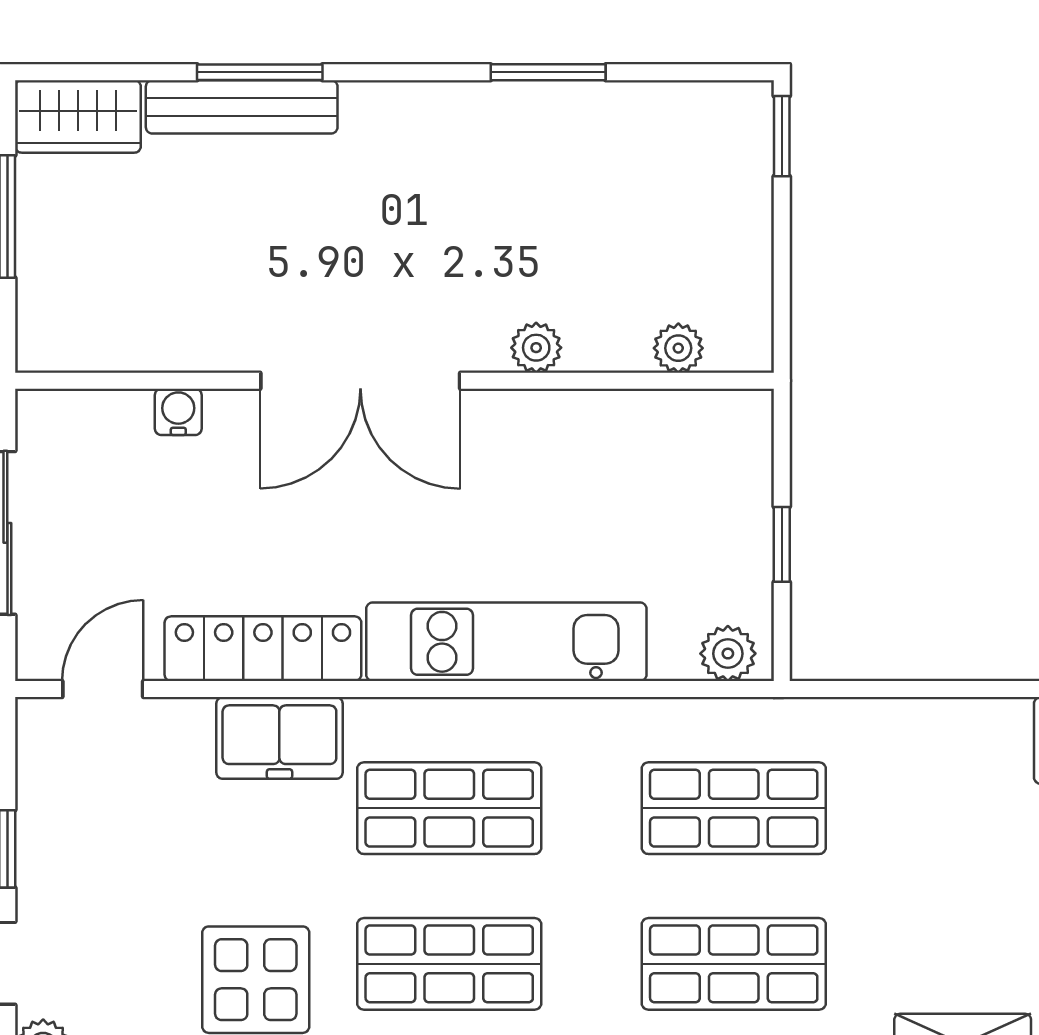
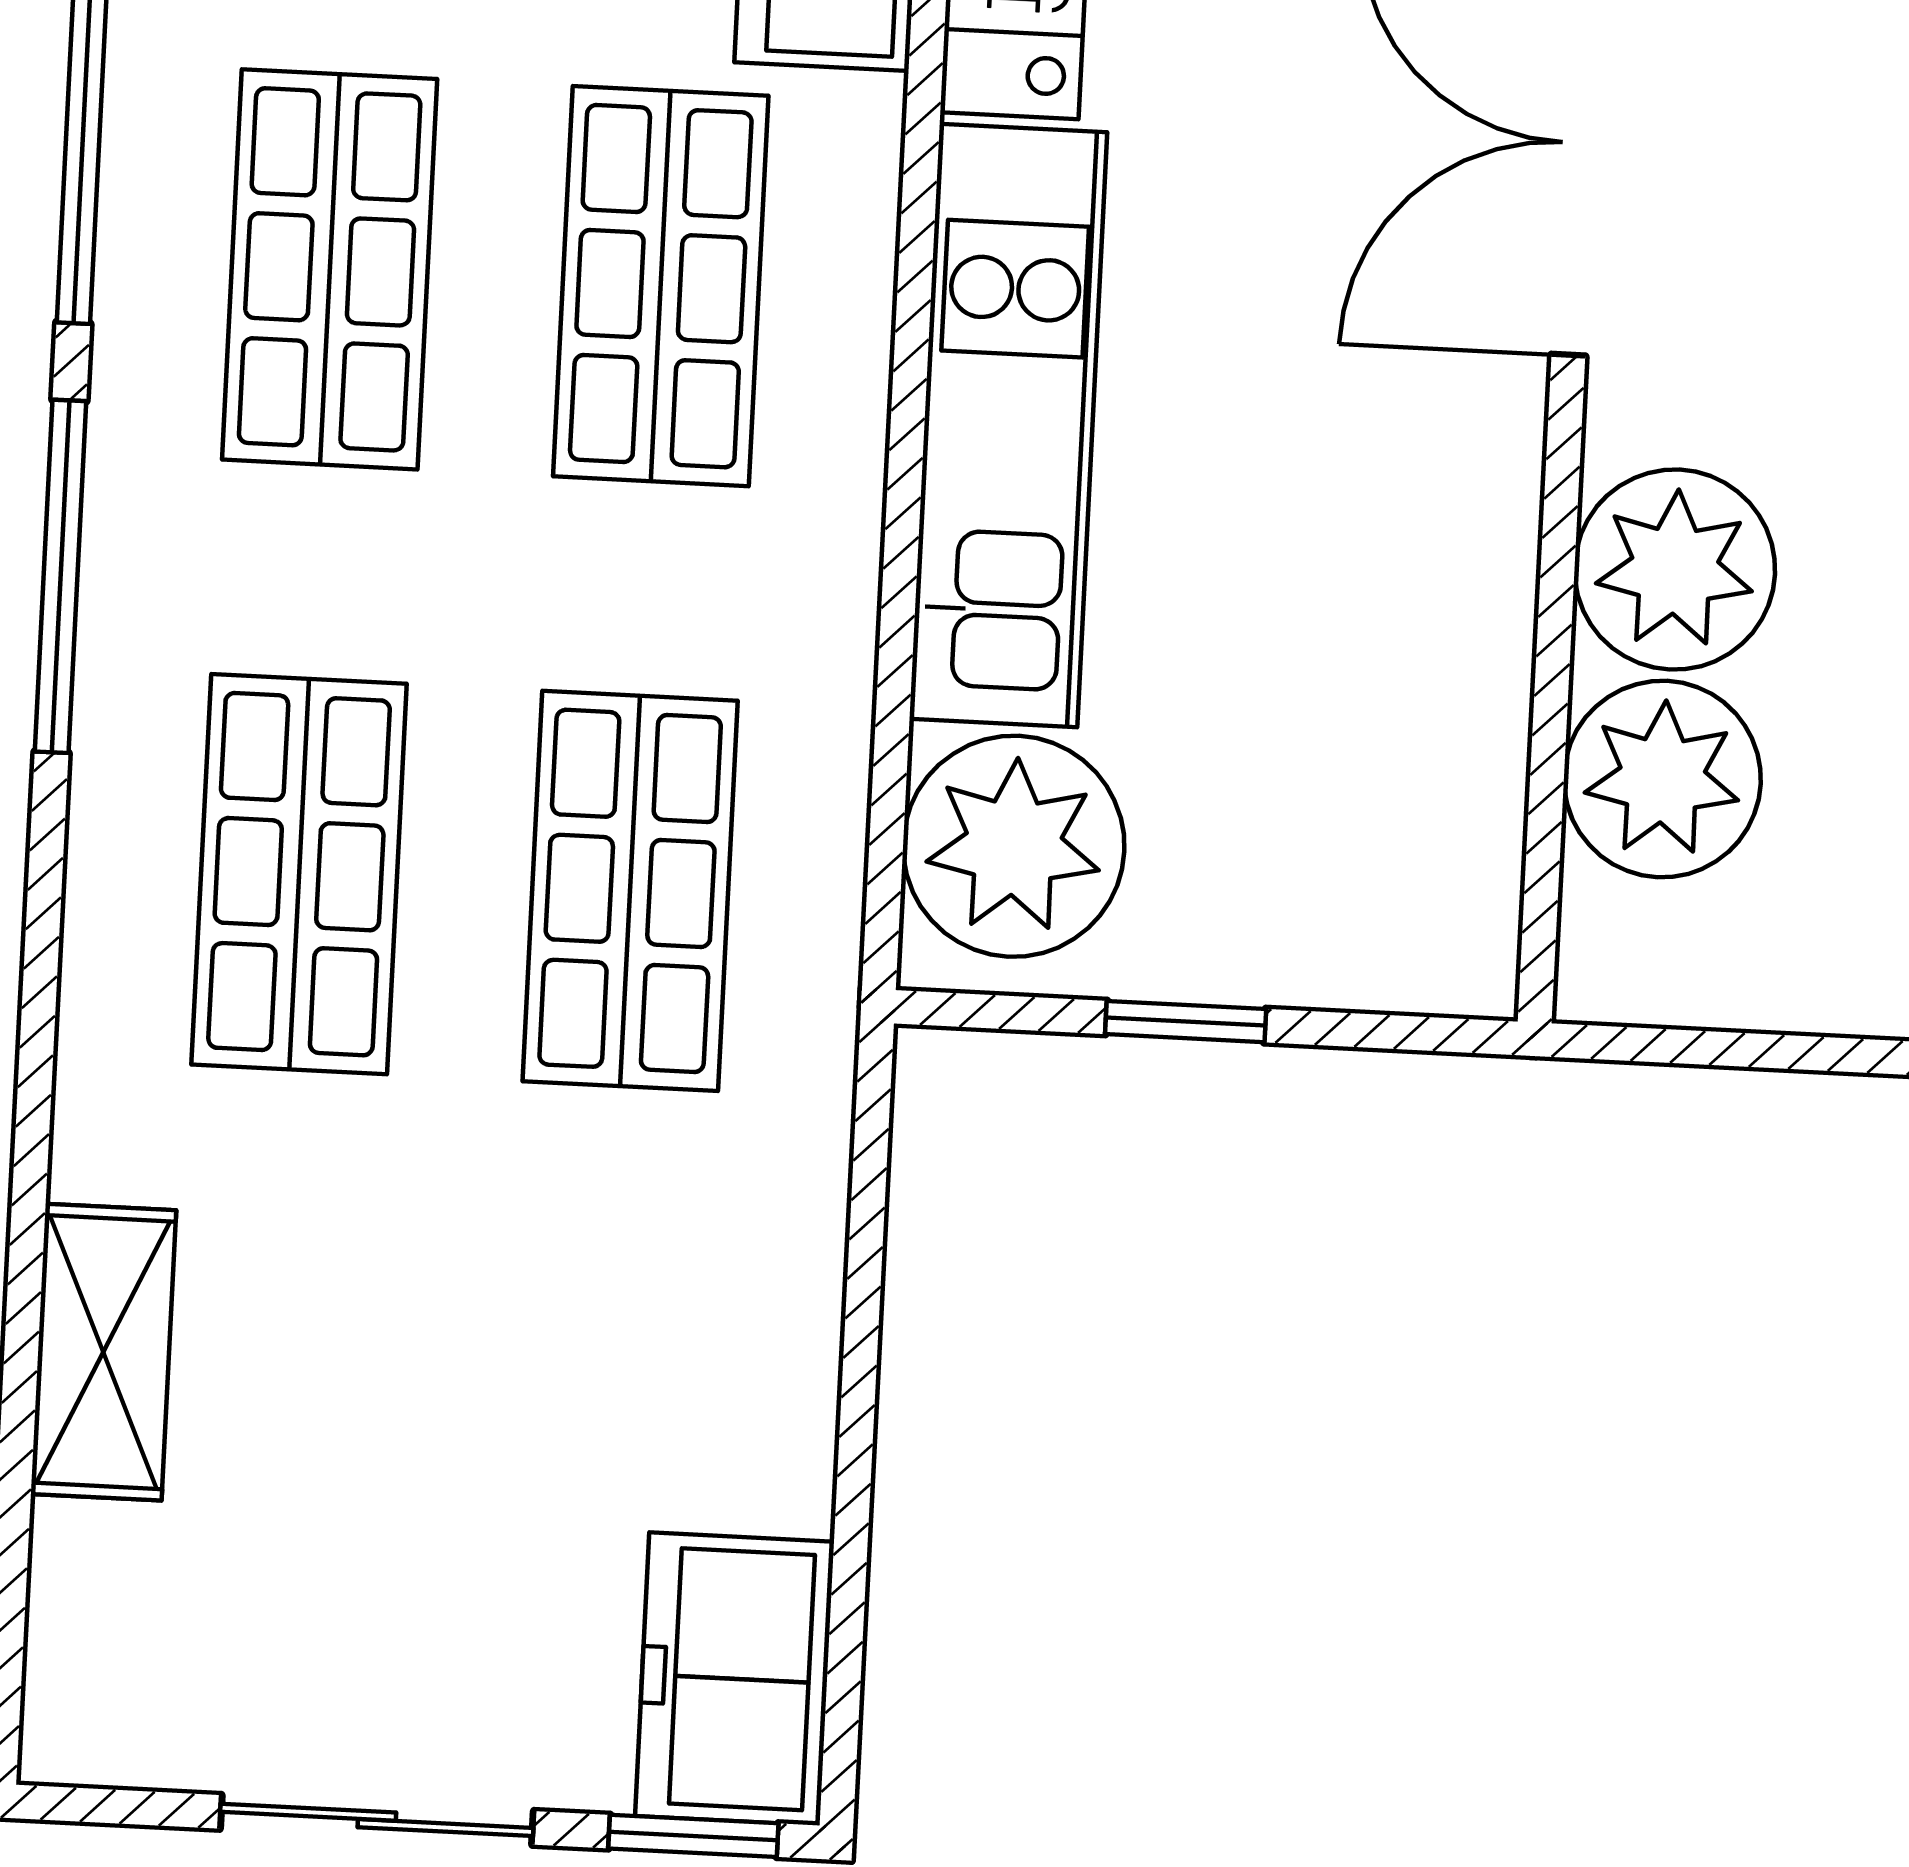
plant: (536, 348) -> (1675, 570), width x1.88, depth x1.88
plant: (678, 348) -> (1662, 779), width x1.88, depth x1.88
plant: (728, 654) -> (1014, 846), width x1.88, depth x1.88

